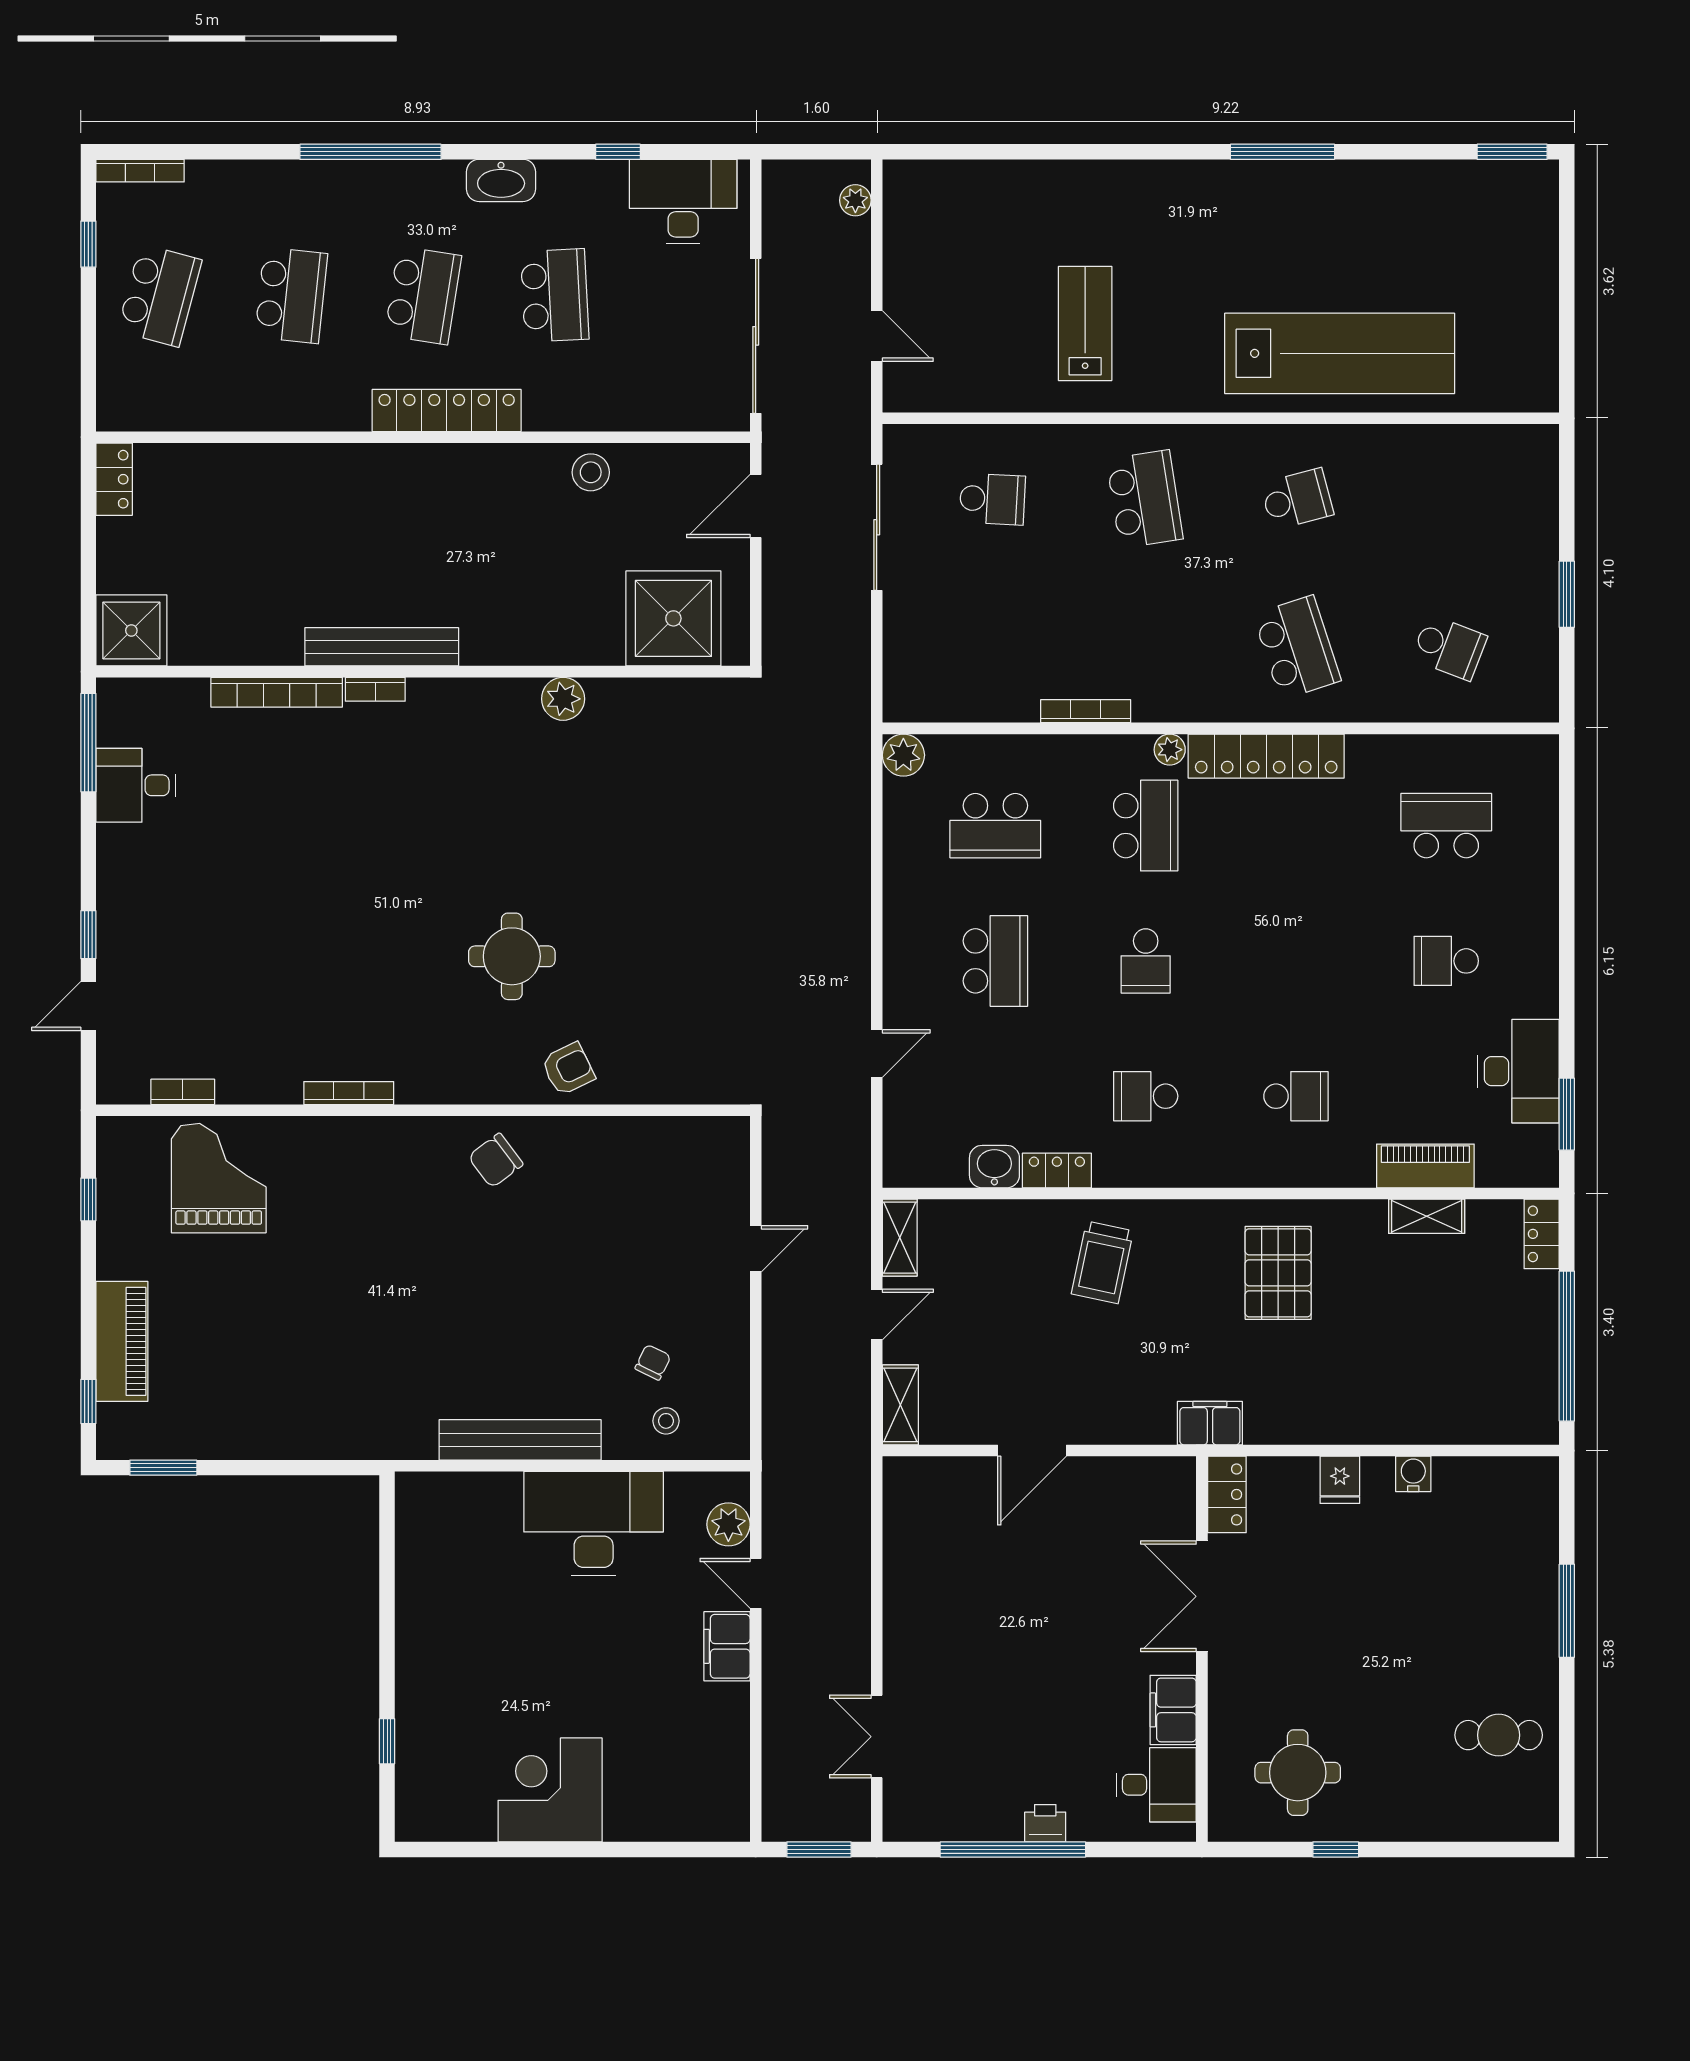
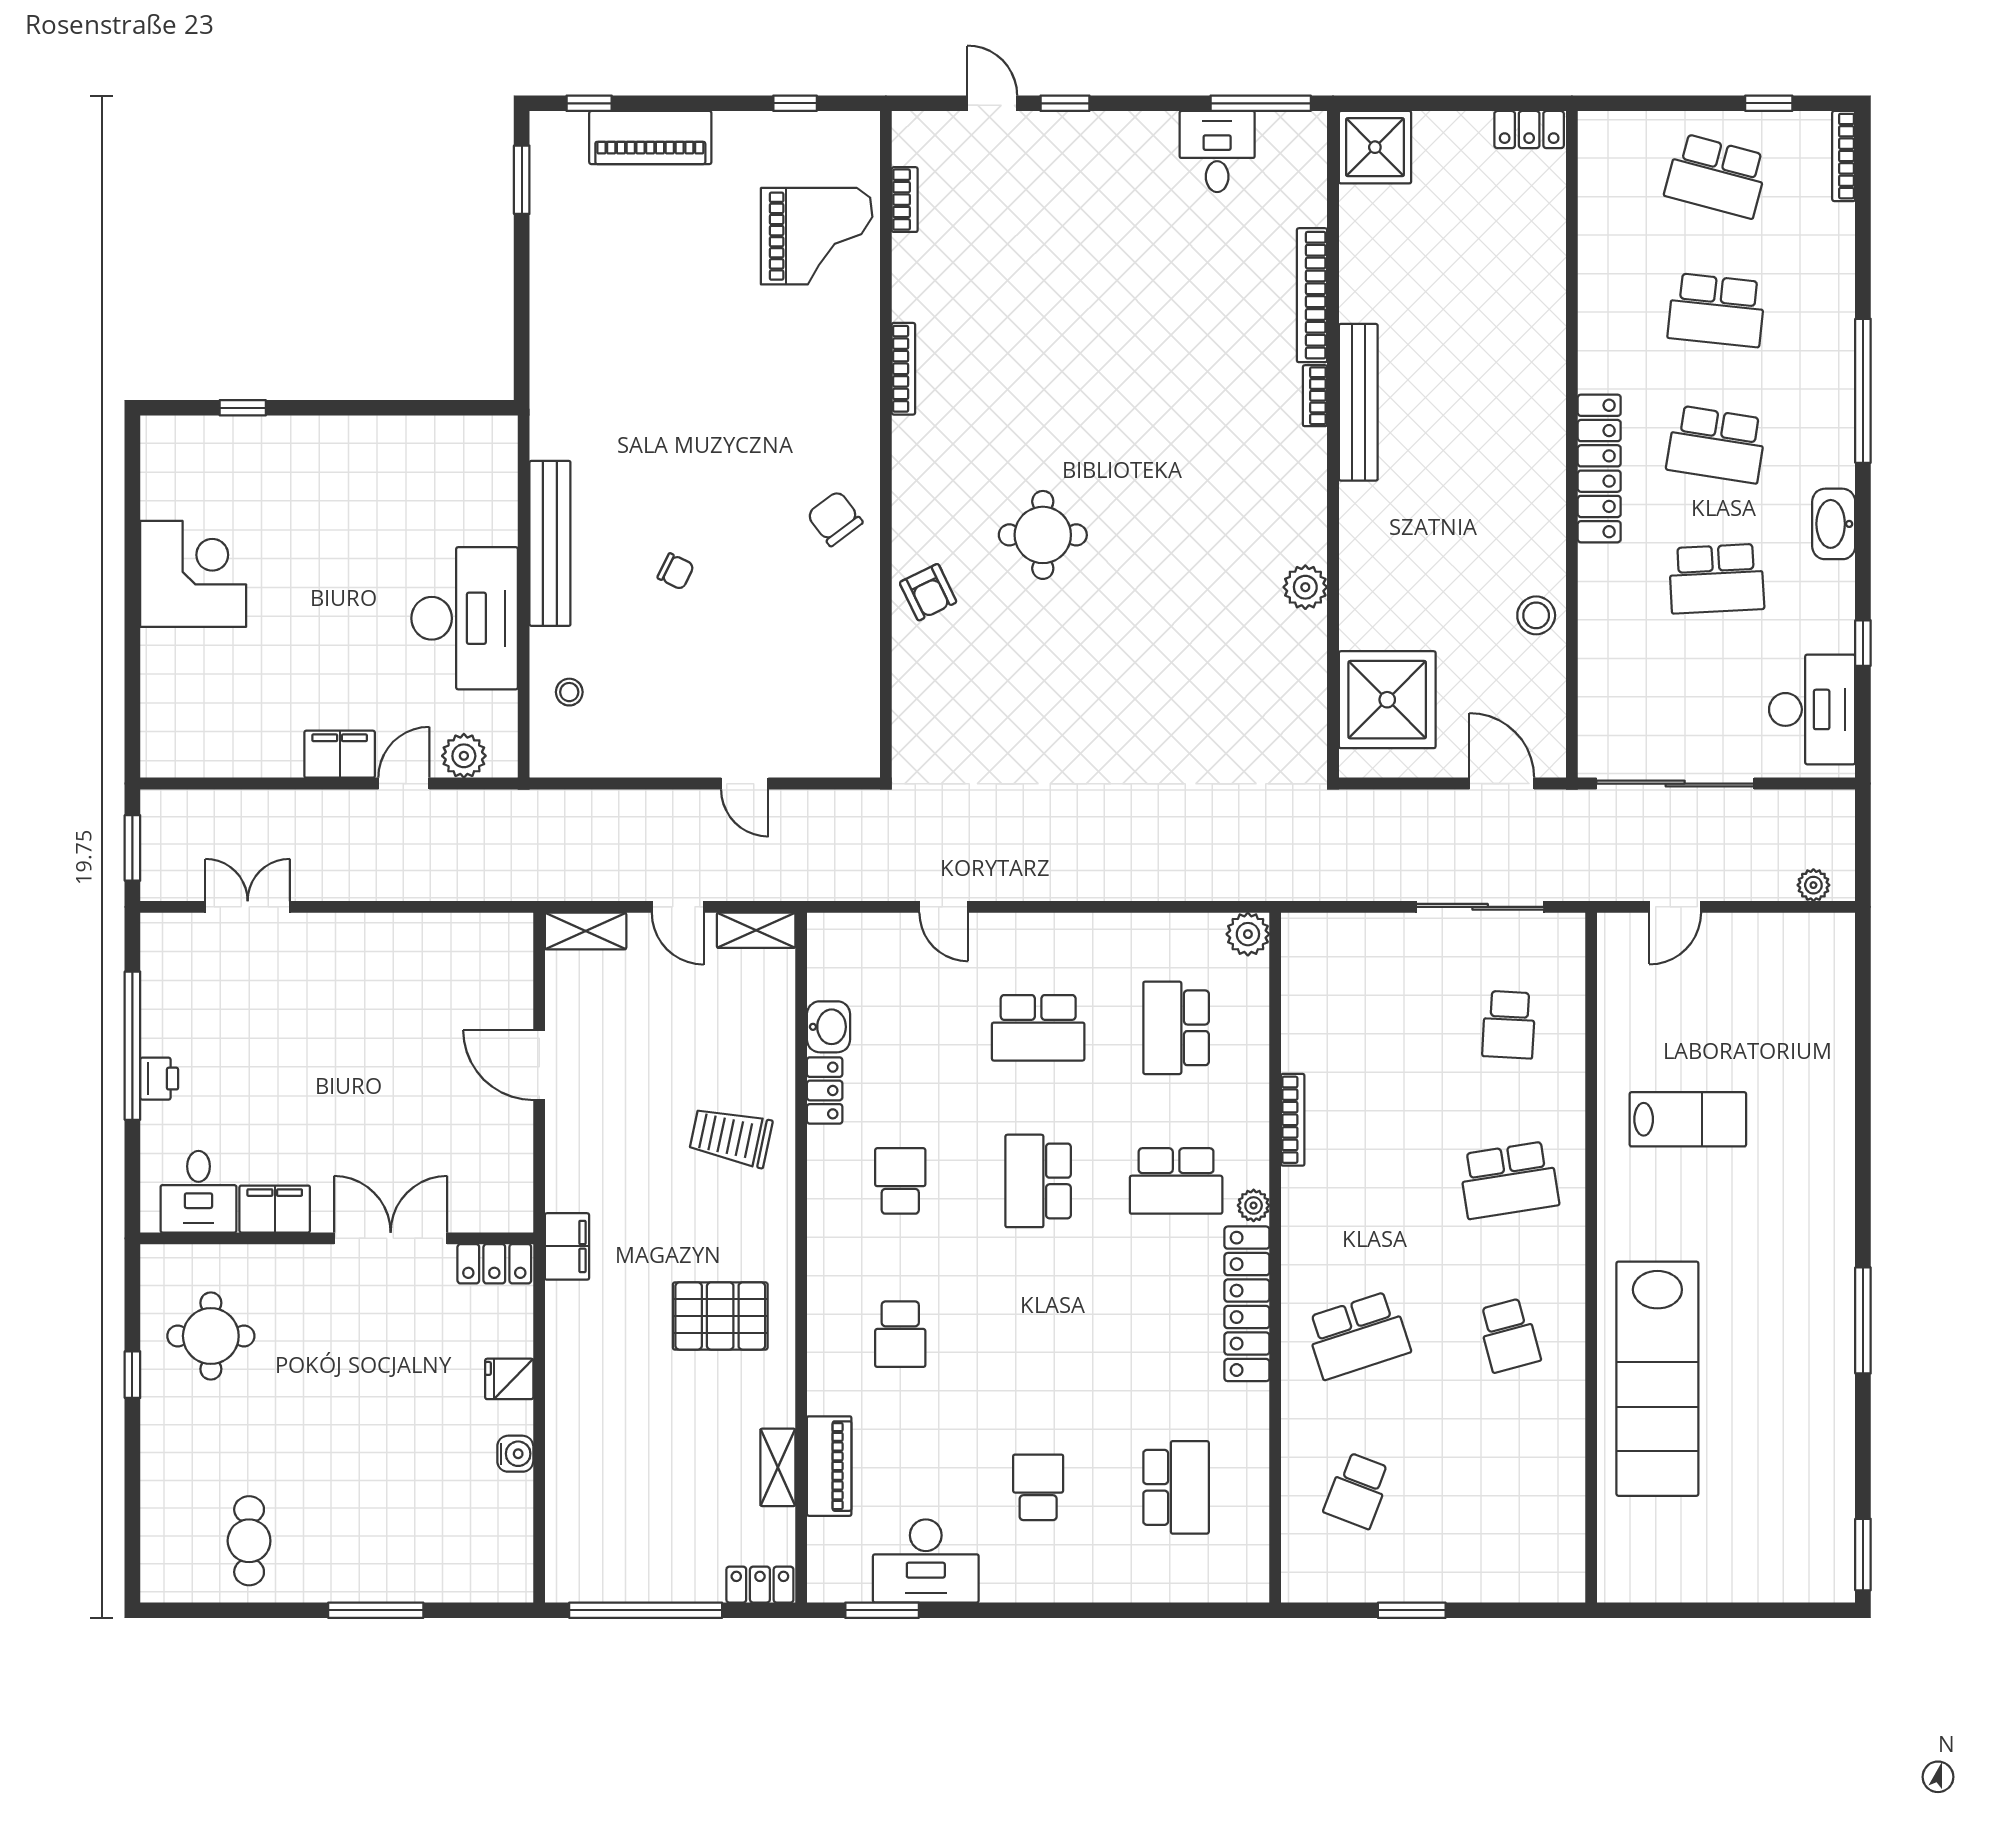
school desk: (1146, 961) -> (1038, 1181), width x1.85
chair: (653, 1362) -> (676, 571), moved

